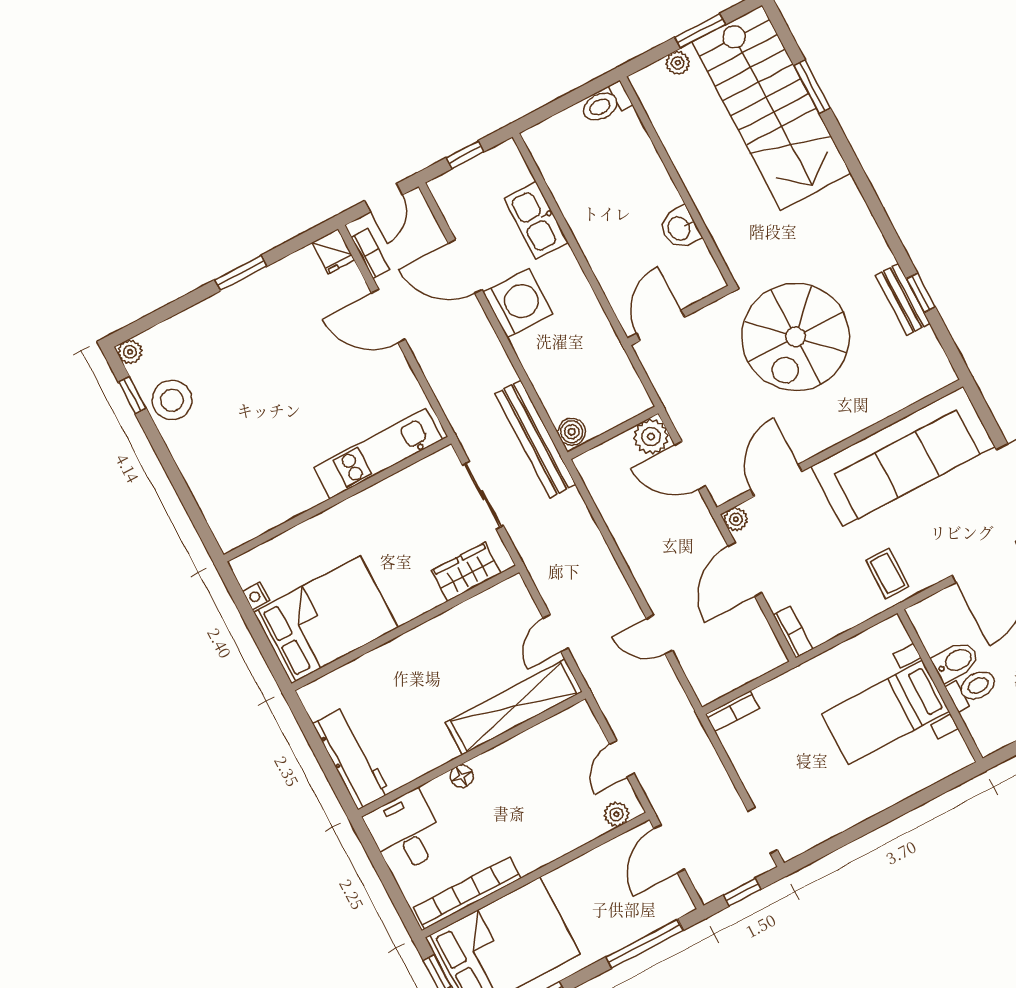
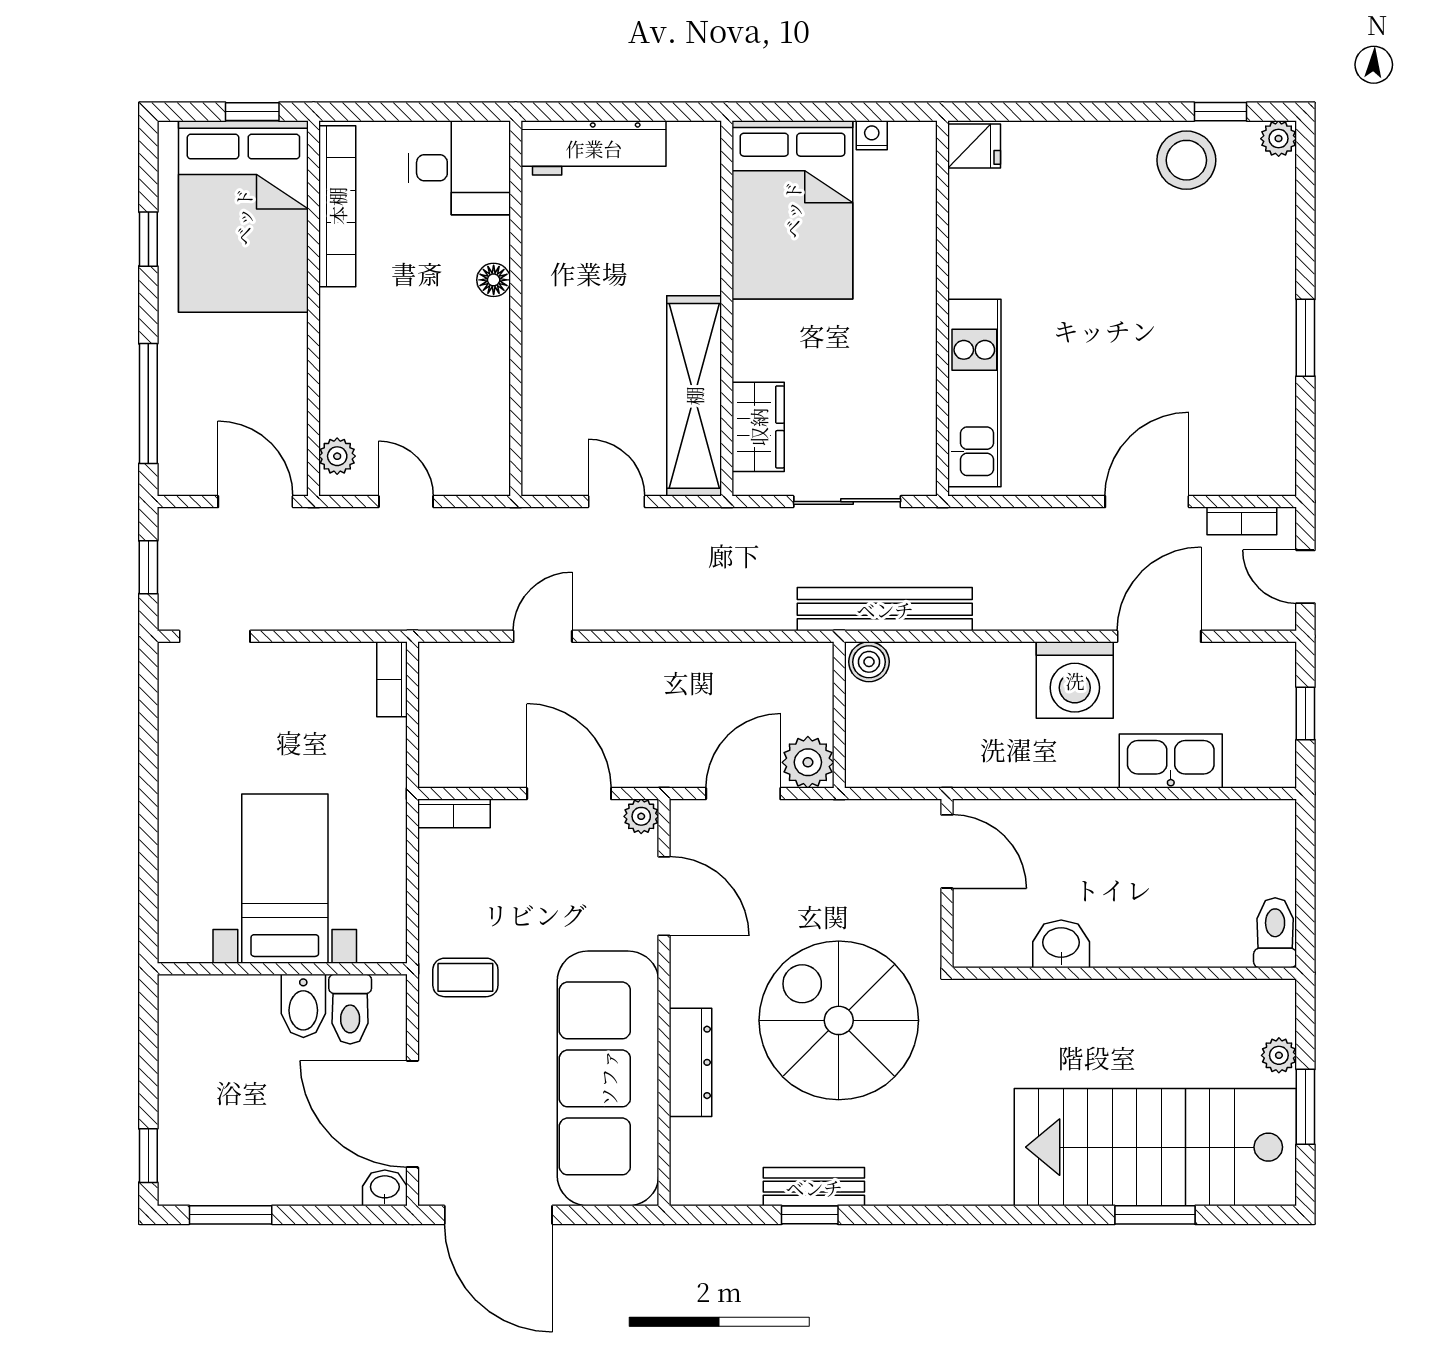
fridge: (333, 251) -> (974, 146), moved, turned 180
dresser: (867, 412) -> (691, 1062), added
toilet: (972, 688) -> (350, 1009), moved
shelving: (514, 707) -> (694, 396), moved

